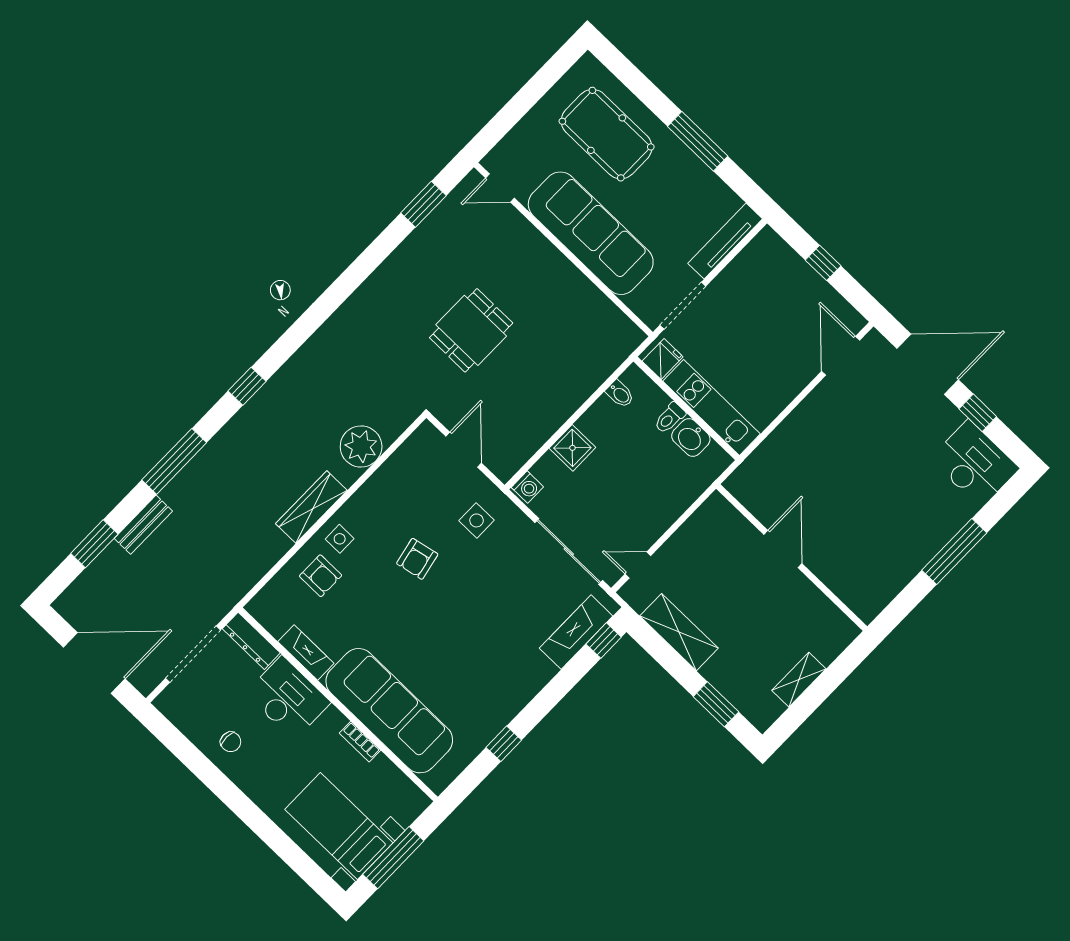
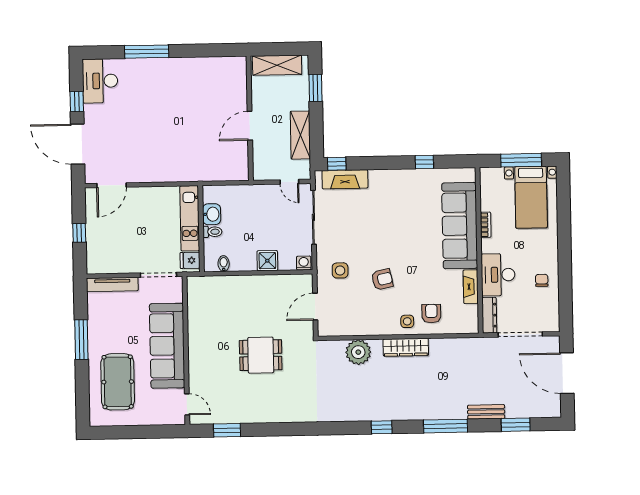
door: (783, 549) -> (250, 126), moved
wall: (792, 558) -> (250, 118), moved
shelving: (799, 680) -> (277, 65), width x1.50, depth x1.33

